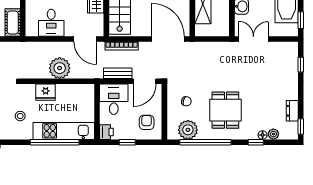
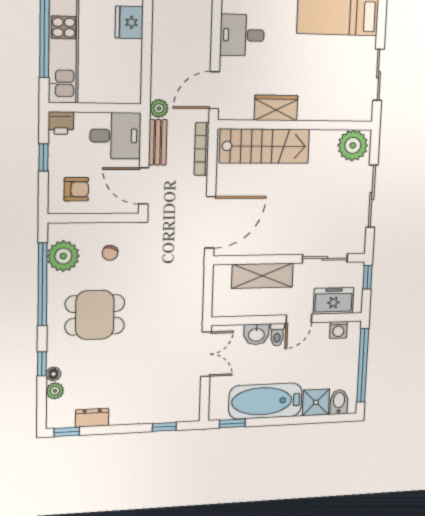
plant: (60, 68) -> (159, 108), moved, width x0.53, depth x0.53

